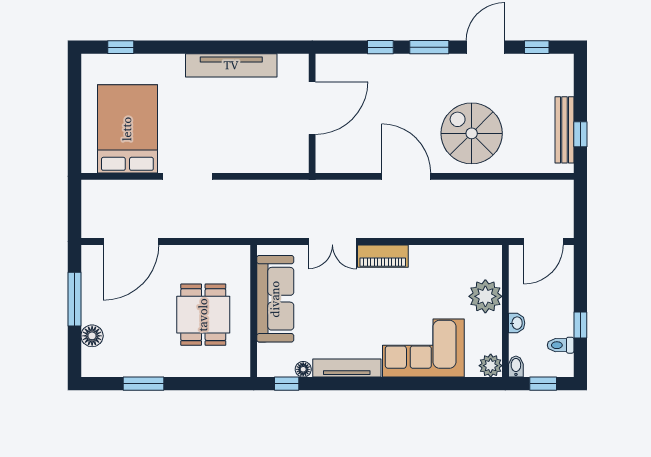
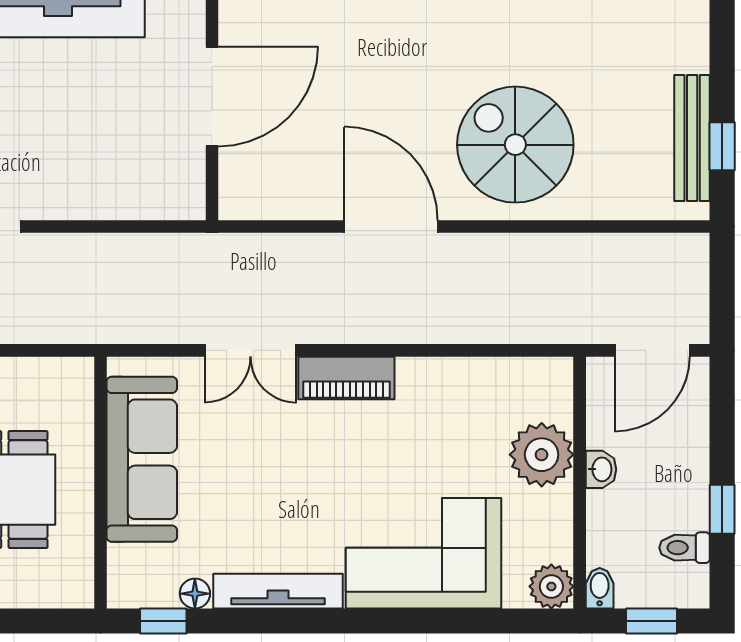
washbasin: (517, 323) -> (601, 469), moved

